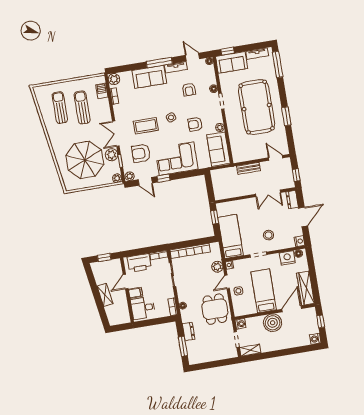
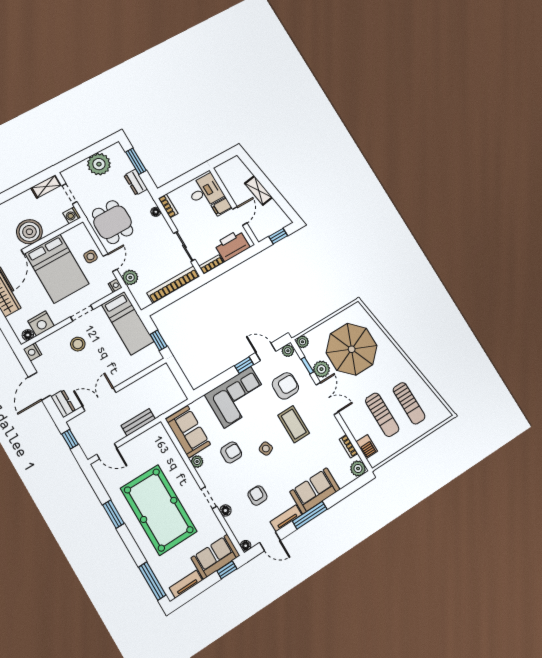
coffee table: (146, 126) -> (294, 424), turned 90
bed: (264, 291) -> (57, 269), width x1.50
plant: (209, 353) -> (99, 164), added

